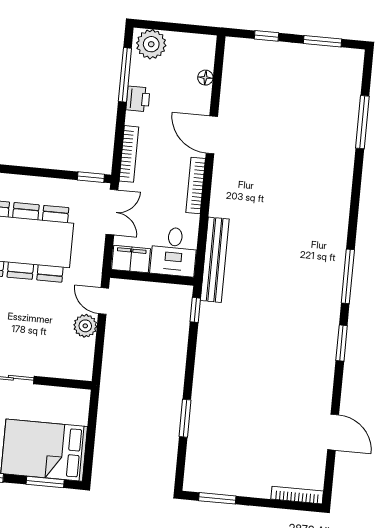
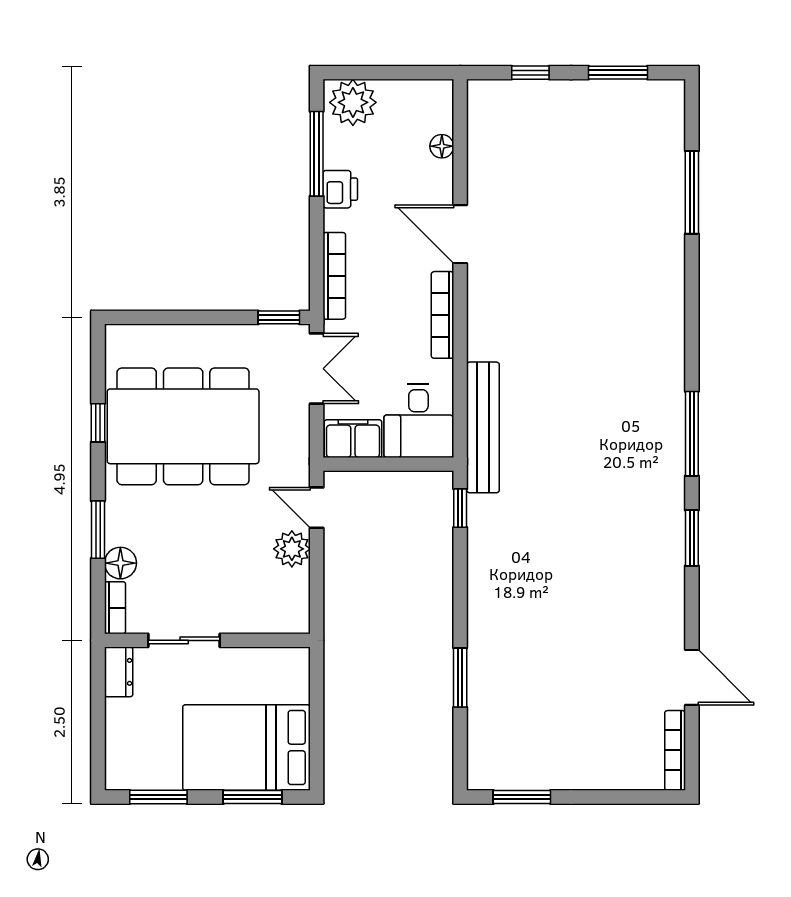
bookcase: (297, 495) -> (675, 750), moved, turned -90

